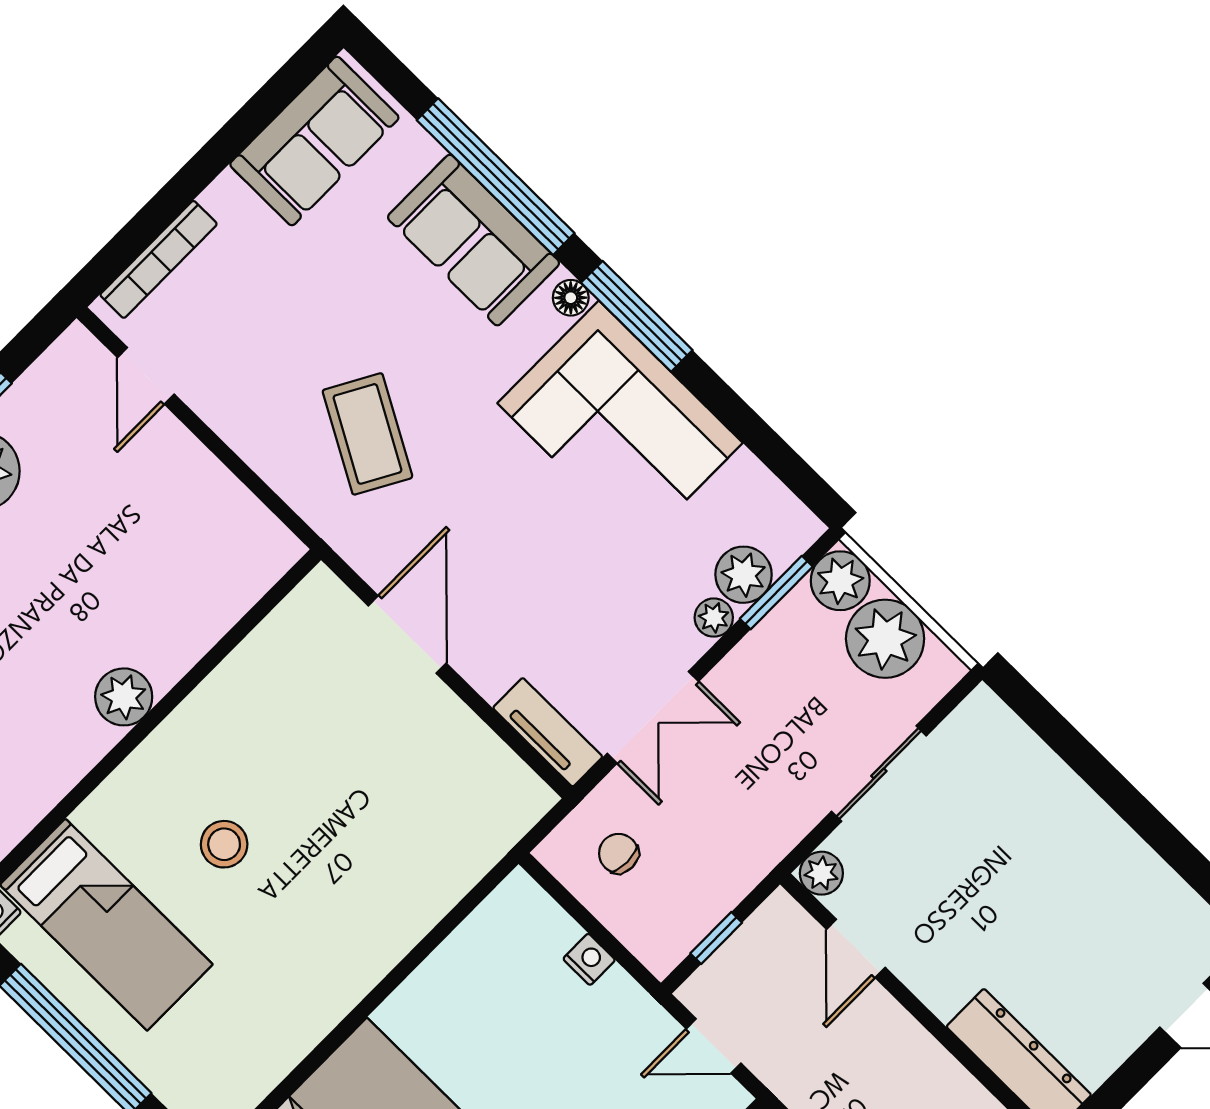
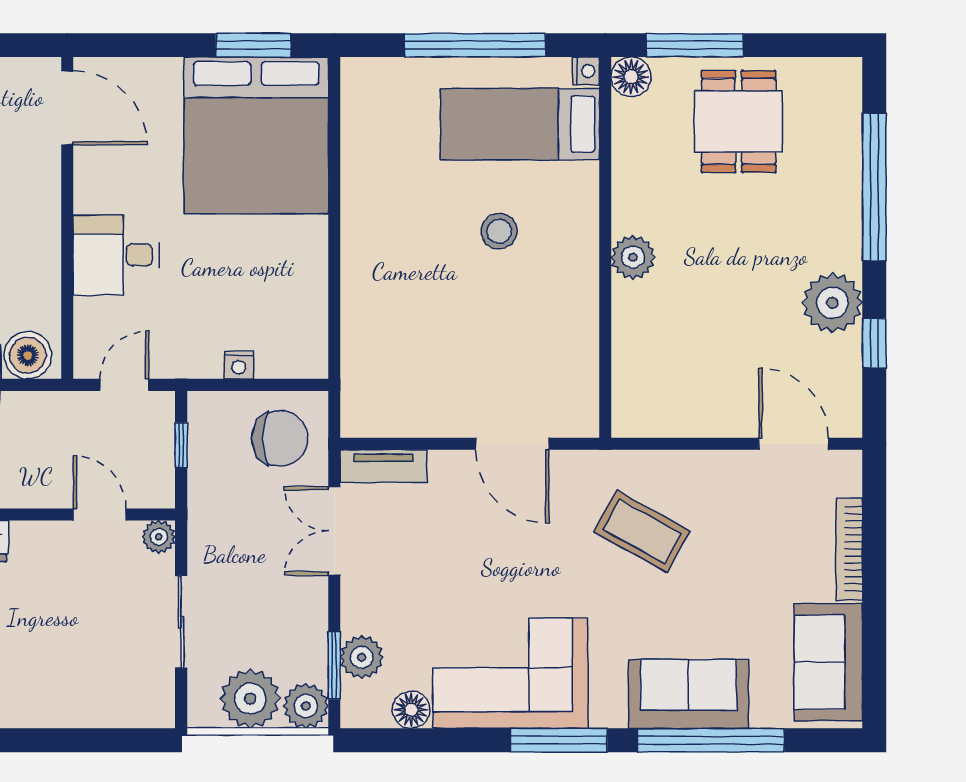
bookcase: (159, 259) -> (849, 549), moved
floor lamp: (571, 298) -> (411, 710), moved, width x1.37, depth x1.37
door: (146, 376) -> (794, 444), width x1.38
plant: (714, 618) -> (355, 618), removed
chair: (619, 853) -> (280, 438), width x1.87, depth x1.87

